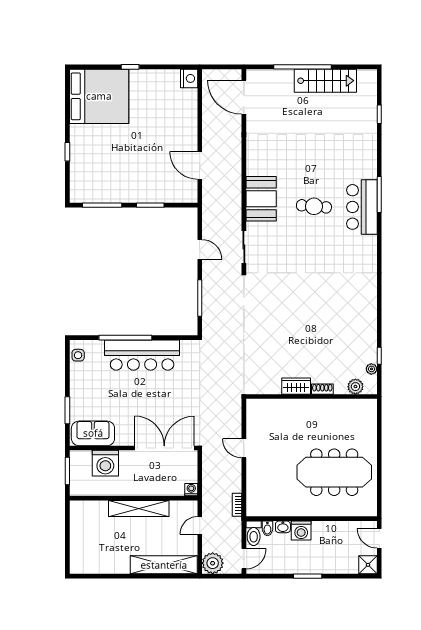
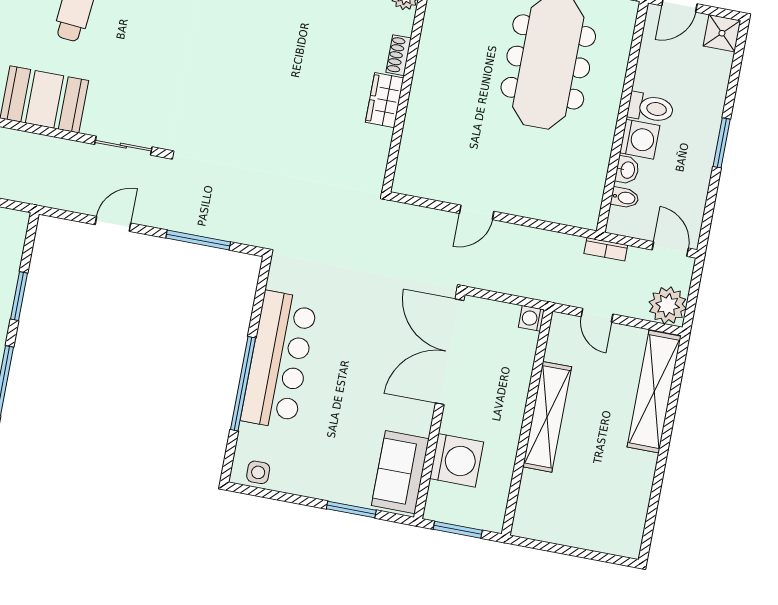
bookcase: (237, 505) -> (606, 249), moved
toilet: (254, 533) -> (651, 108), moved

